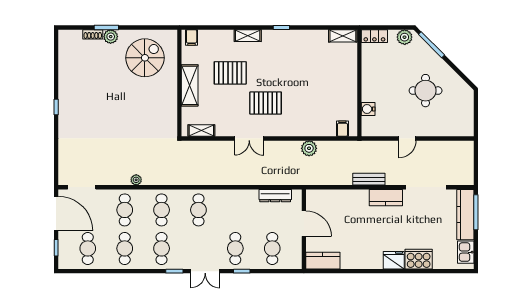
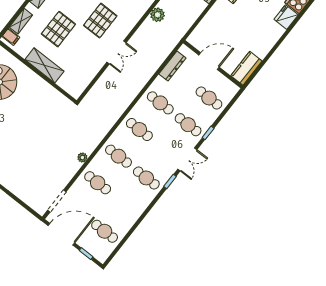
shelving: (201, 131) -> (21, 21), moved
cafe table: (125, 248) -> (160, 103), moved

